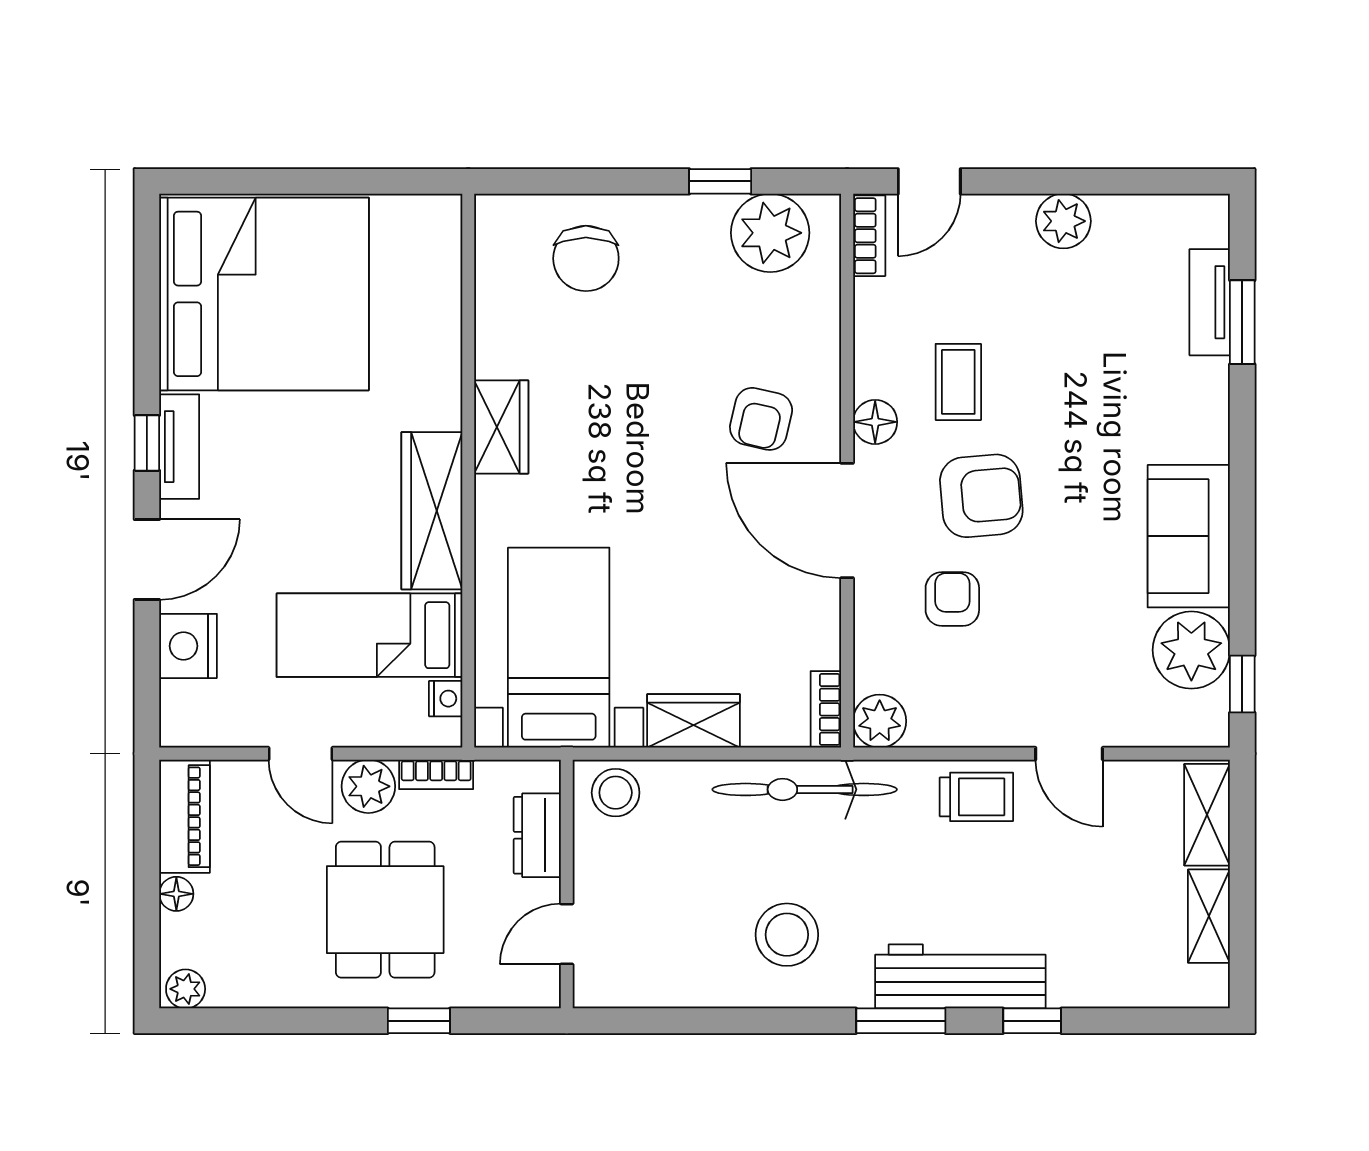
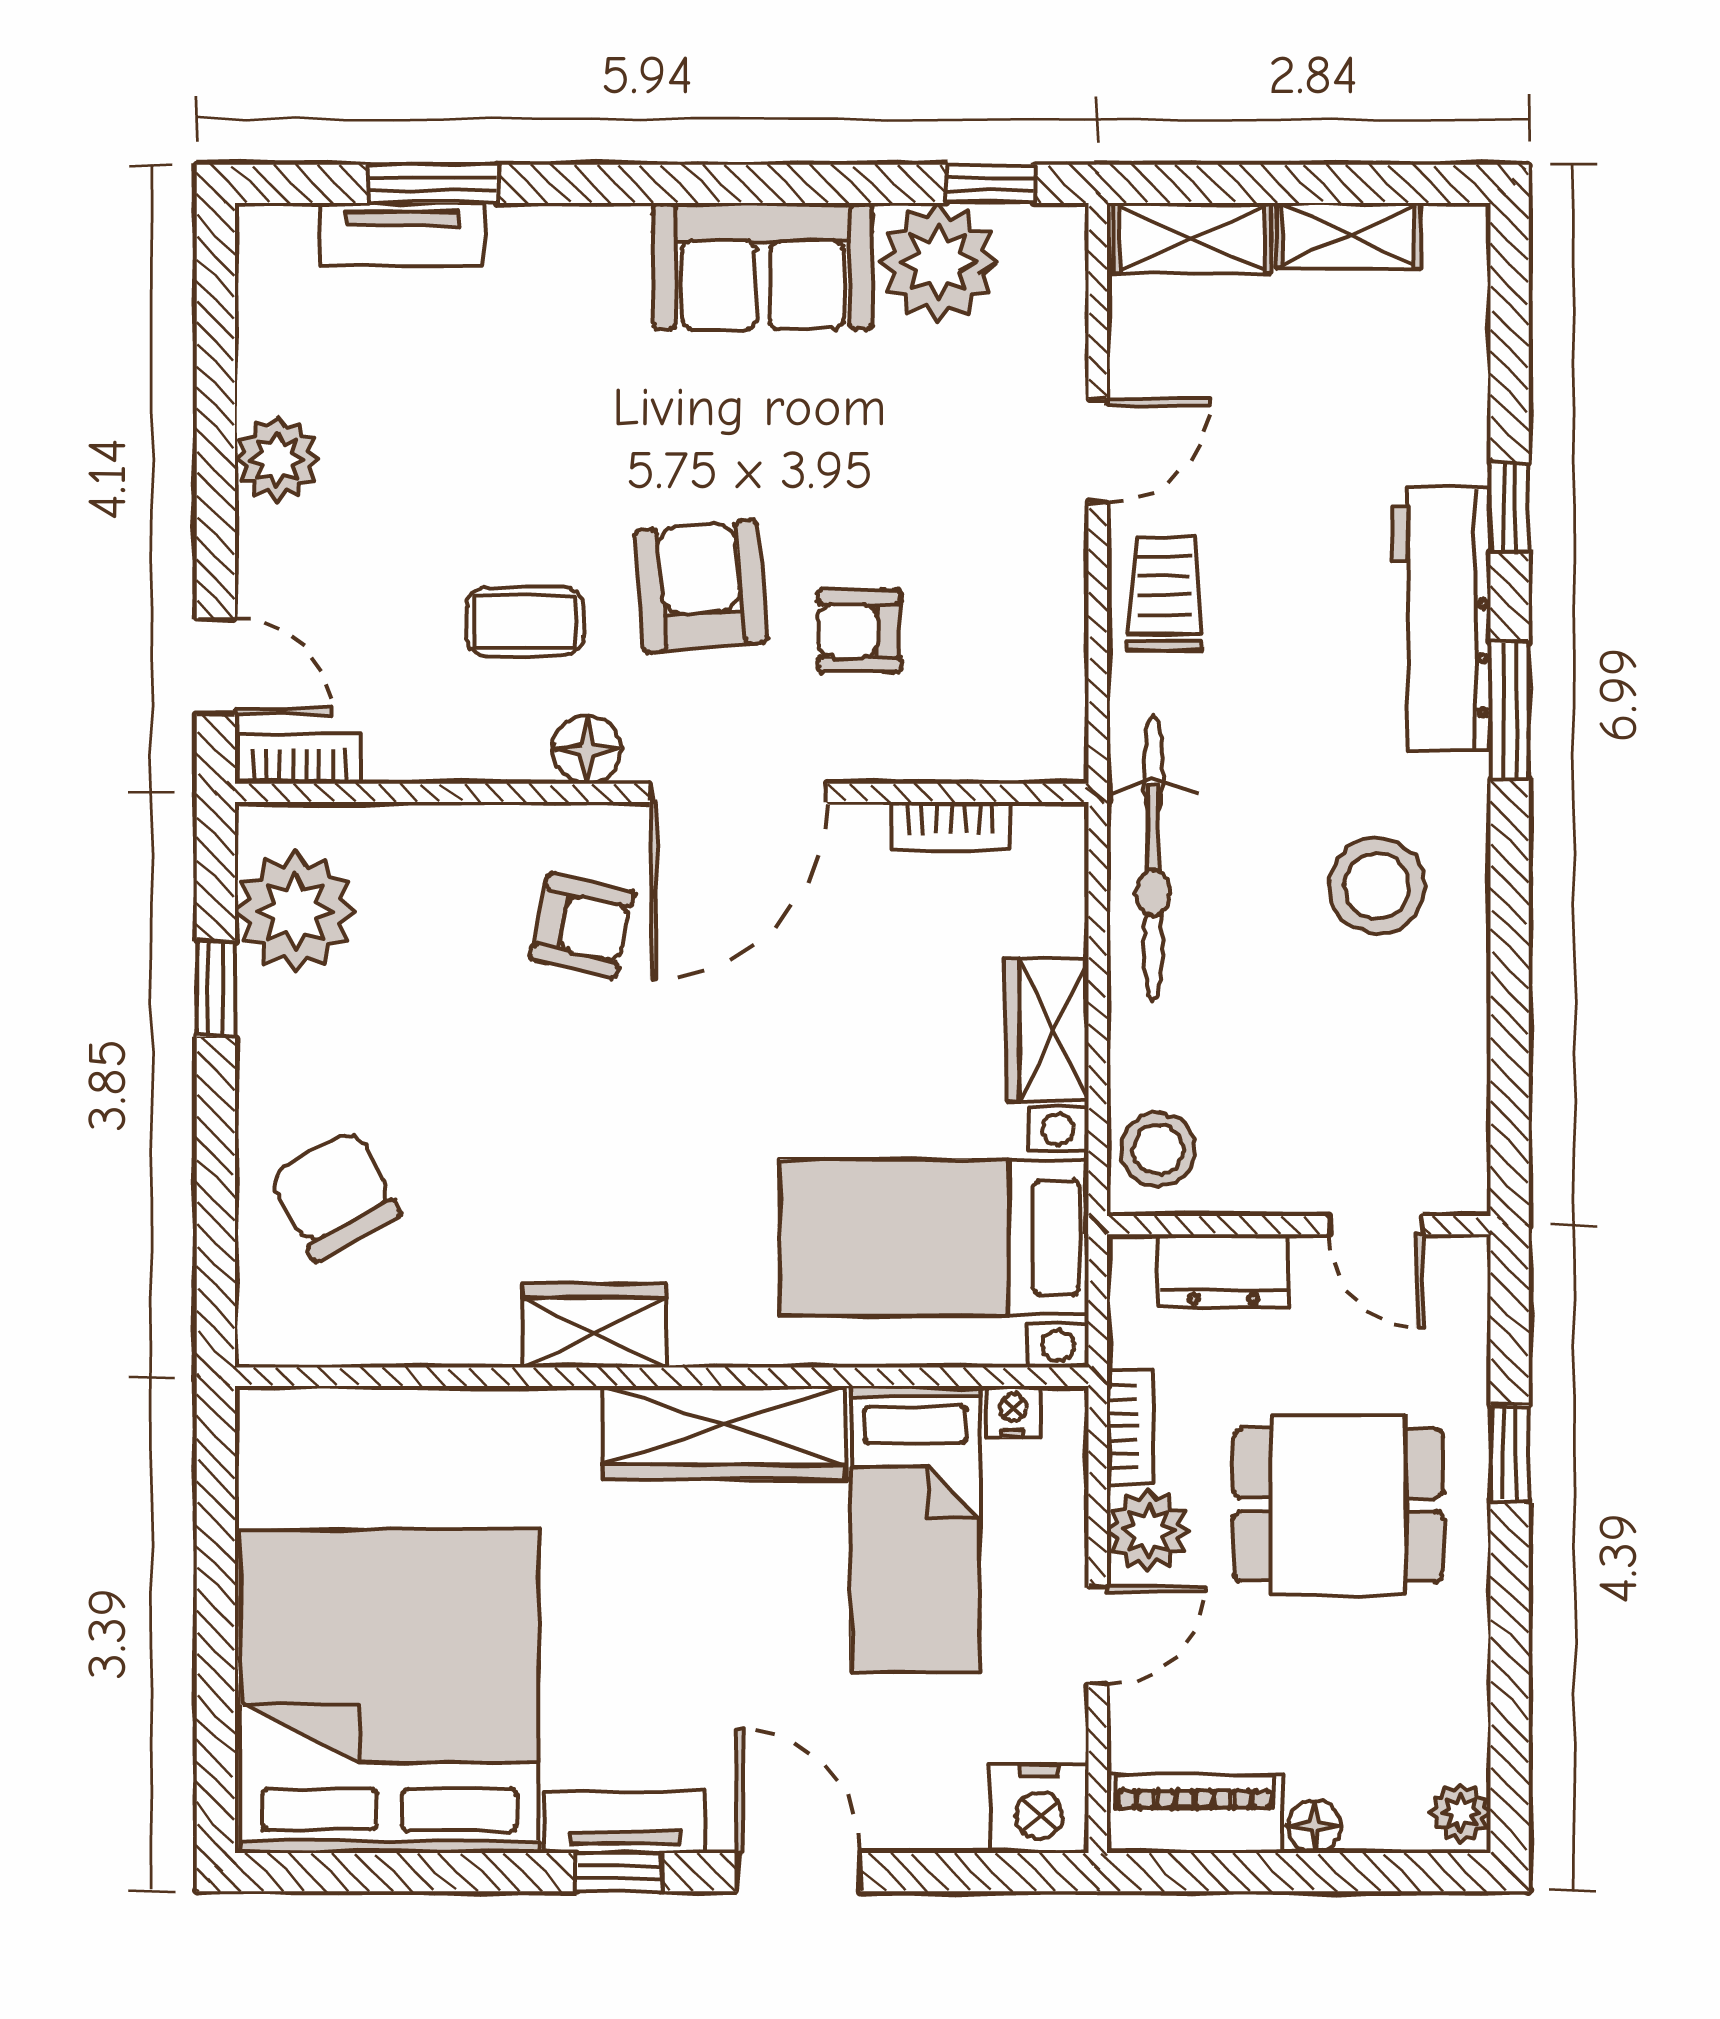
chair: (586, 258) -> (335, 1195), turned -119
nightstand: (188, 646) -> (1039, 1809), moved
bookcase: (826, 709) -> (951, 826), moved
plant: (880, 721) -> (1048, 743), removed

